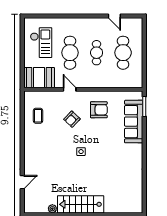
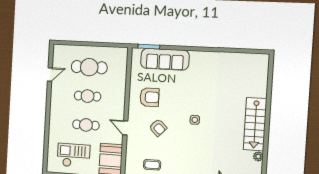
cafe table: (70, 53) -> (86, 125), width x0.73, depth x0.74
door: (70, 89) -> (125, 128), hinge flipped
armchair: (99, 110) -> (149, 97), turned 90

